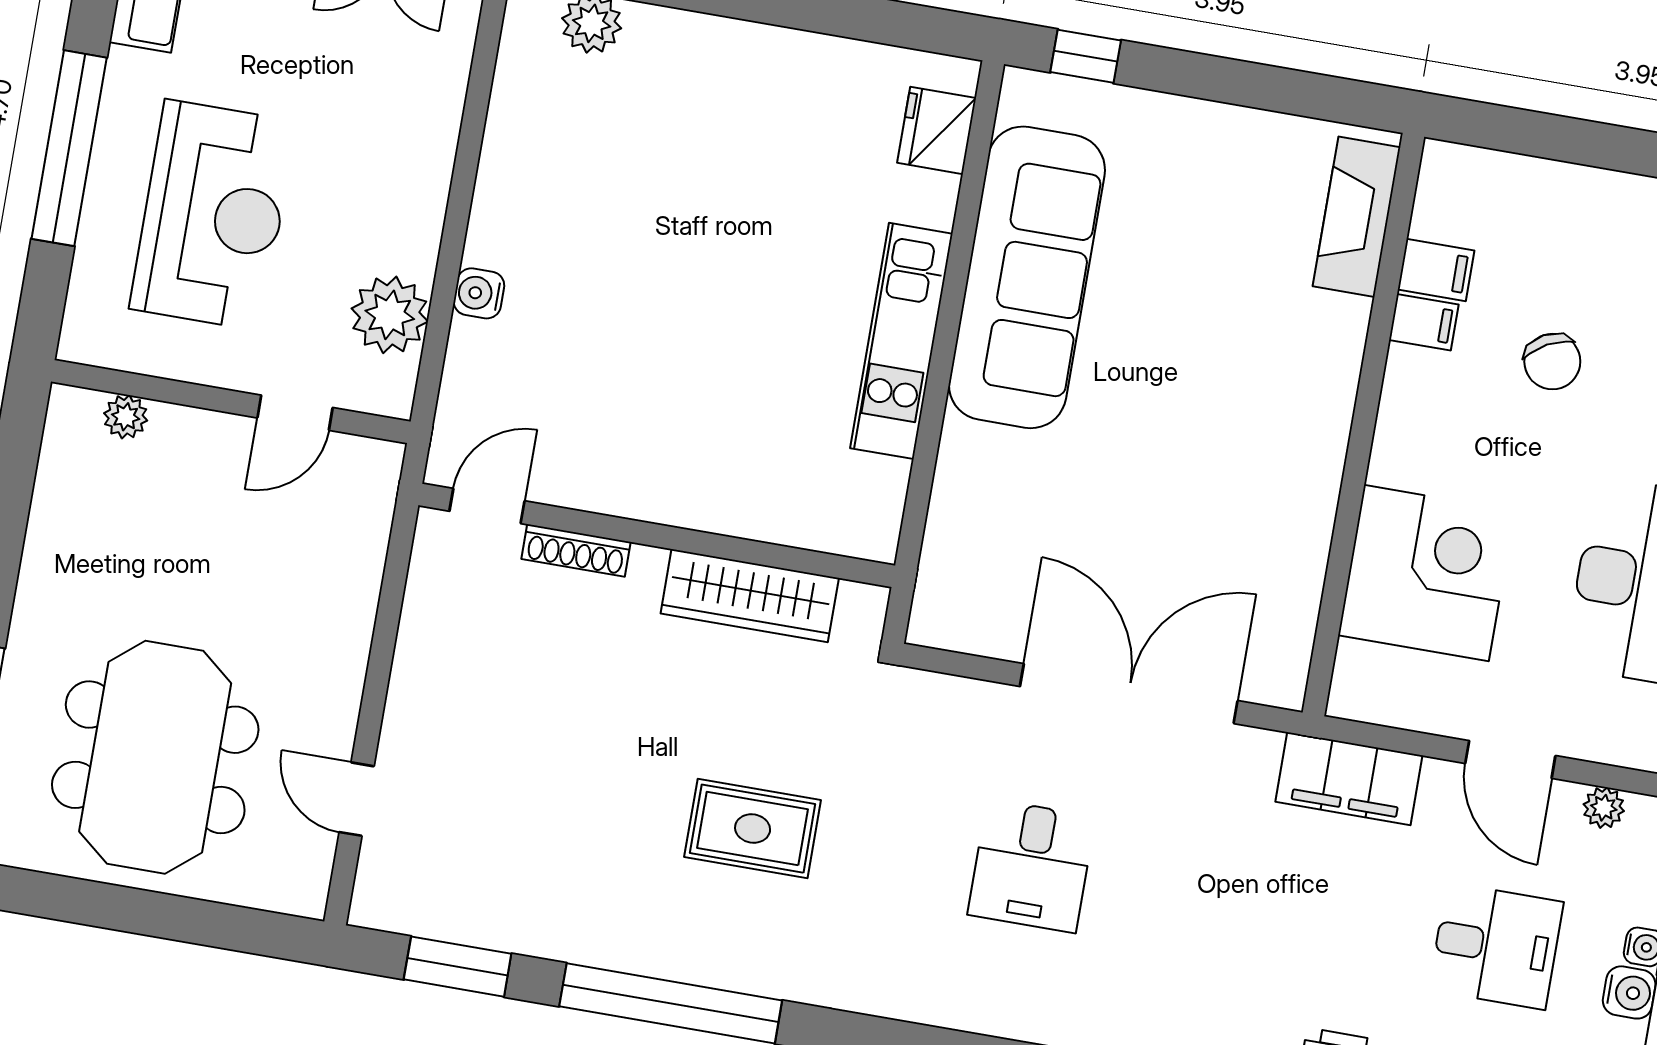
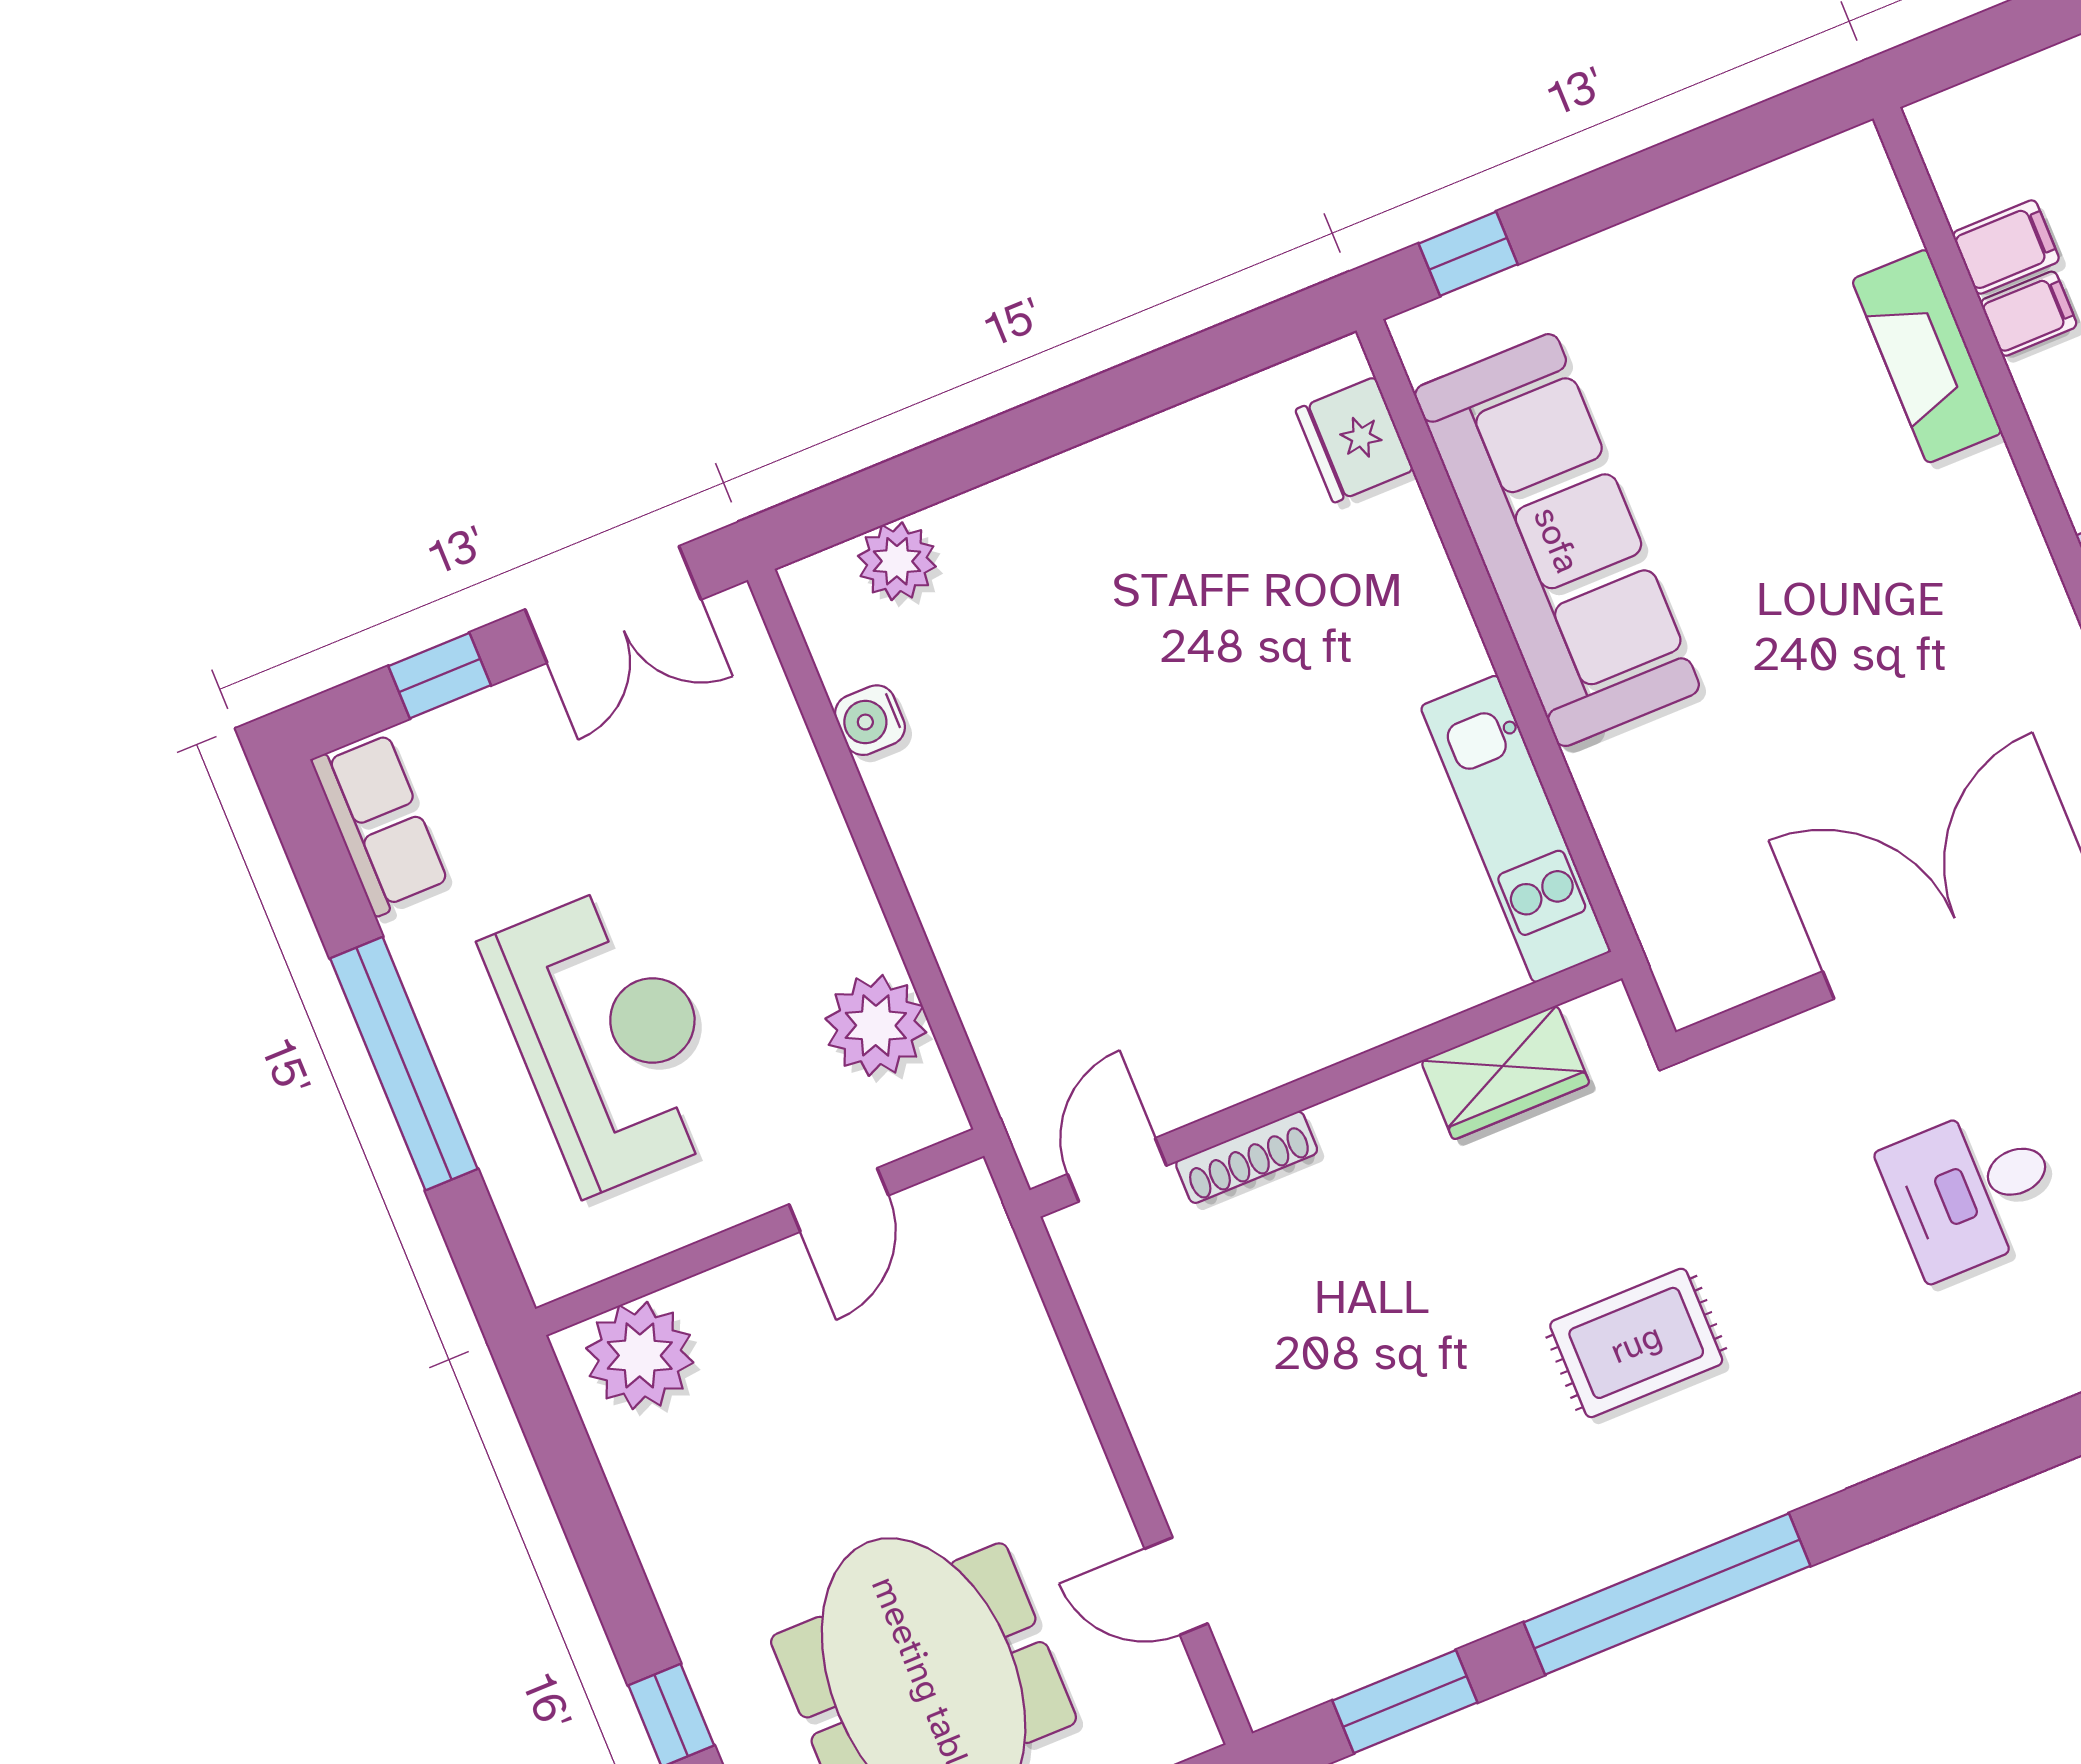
fireplace: (1357, 217) -> (1927, 356), moved
water cooler: (479, 293) -> (870, 720), moved
kitchen unit: (901, 341) -> (1516, 829), moved
plant: (126, 417) -> (640, 1355), width x1.88, depth x1.88
wardrobe: (750, 596) -> (1505, 1072), width x0.67
desk: (1032, 866) -> (1972, 1190), turned 90

